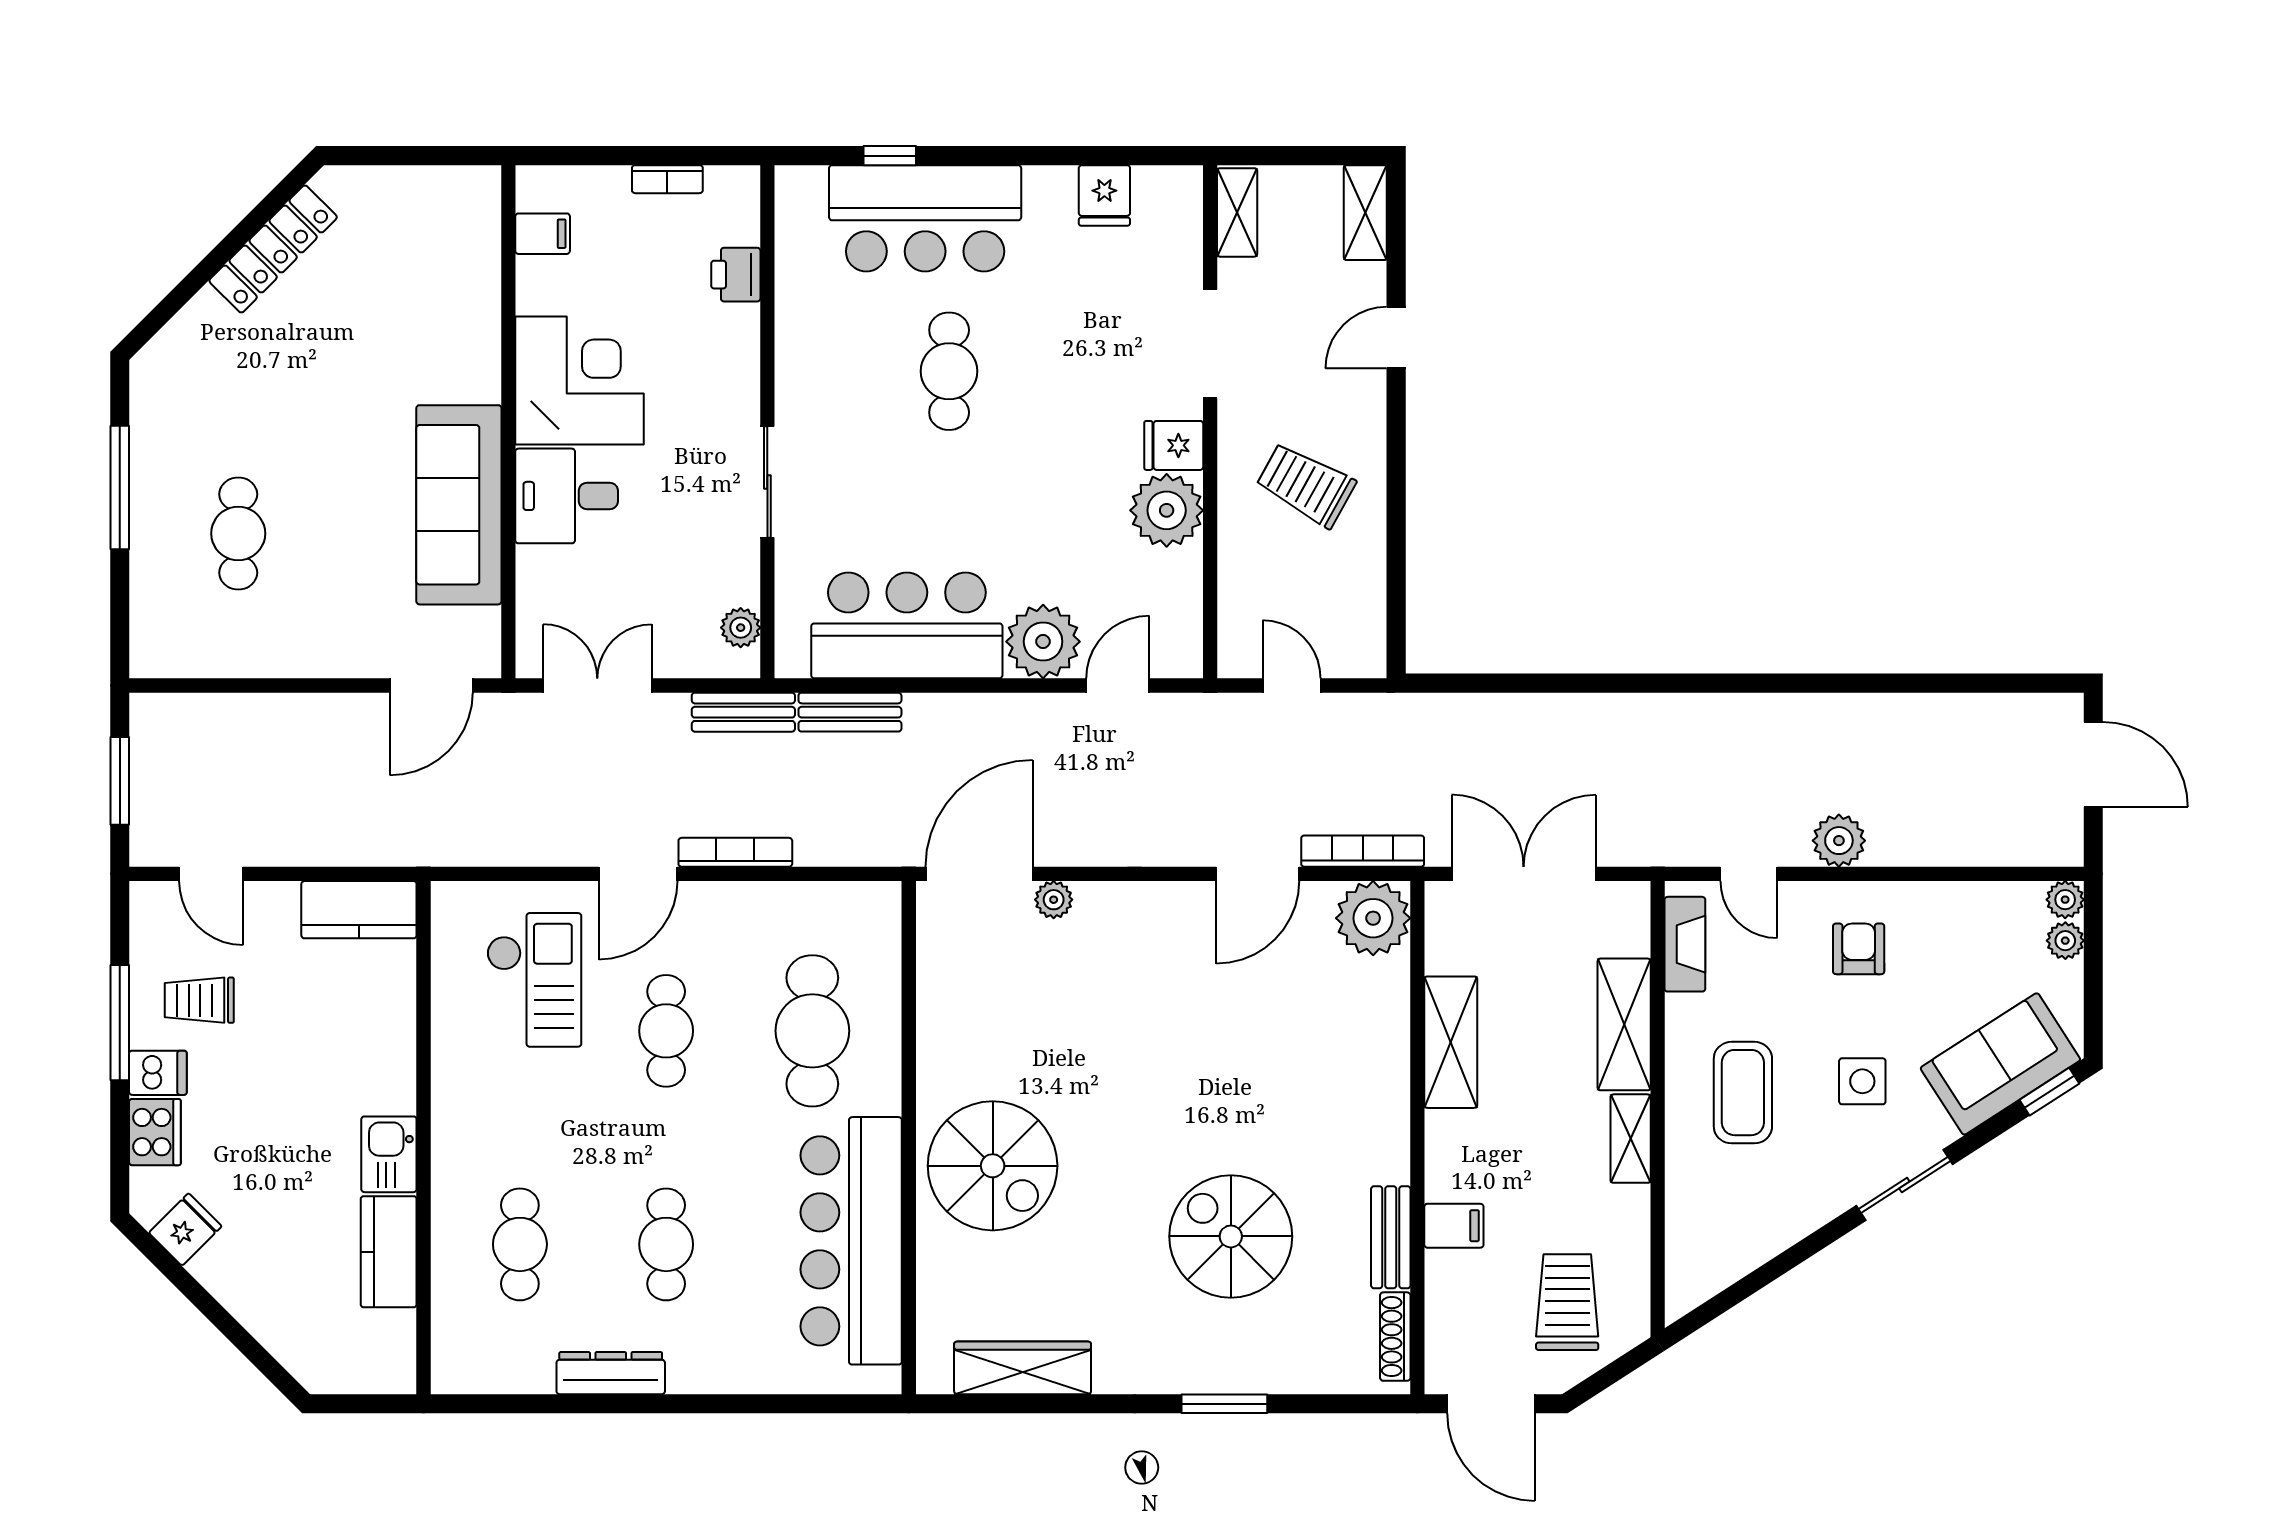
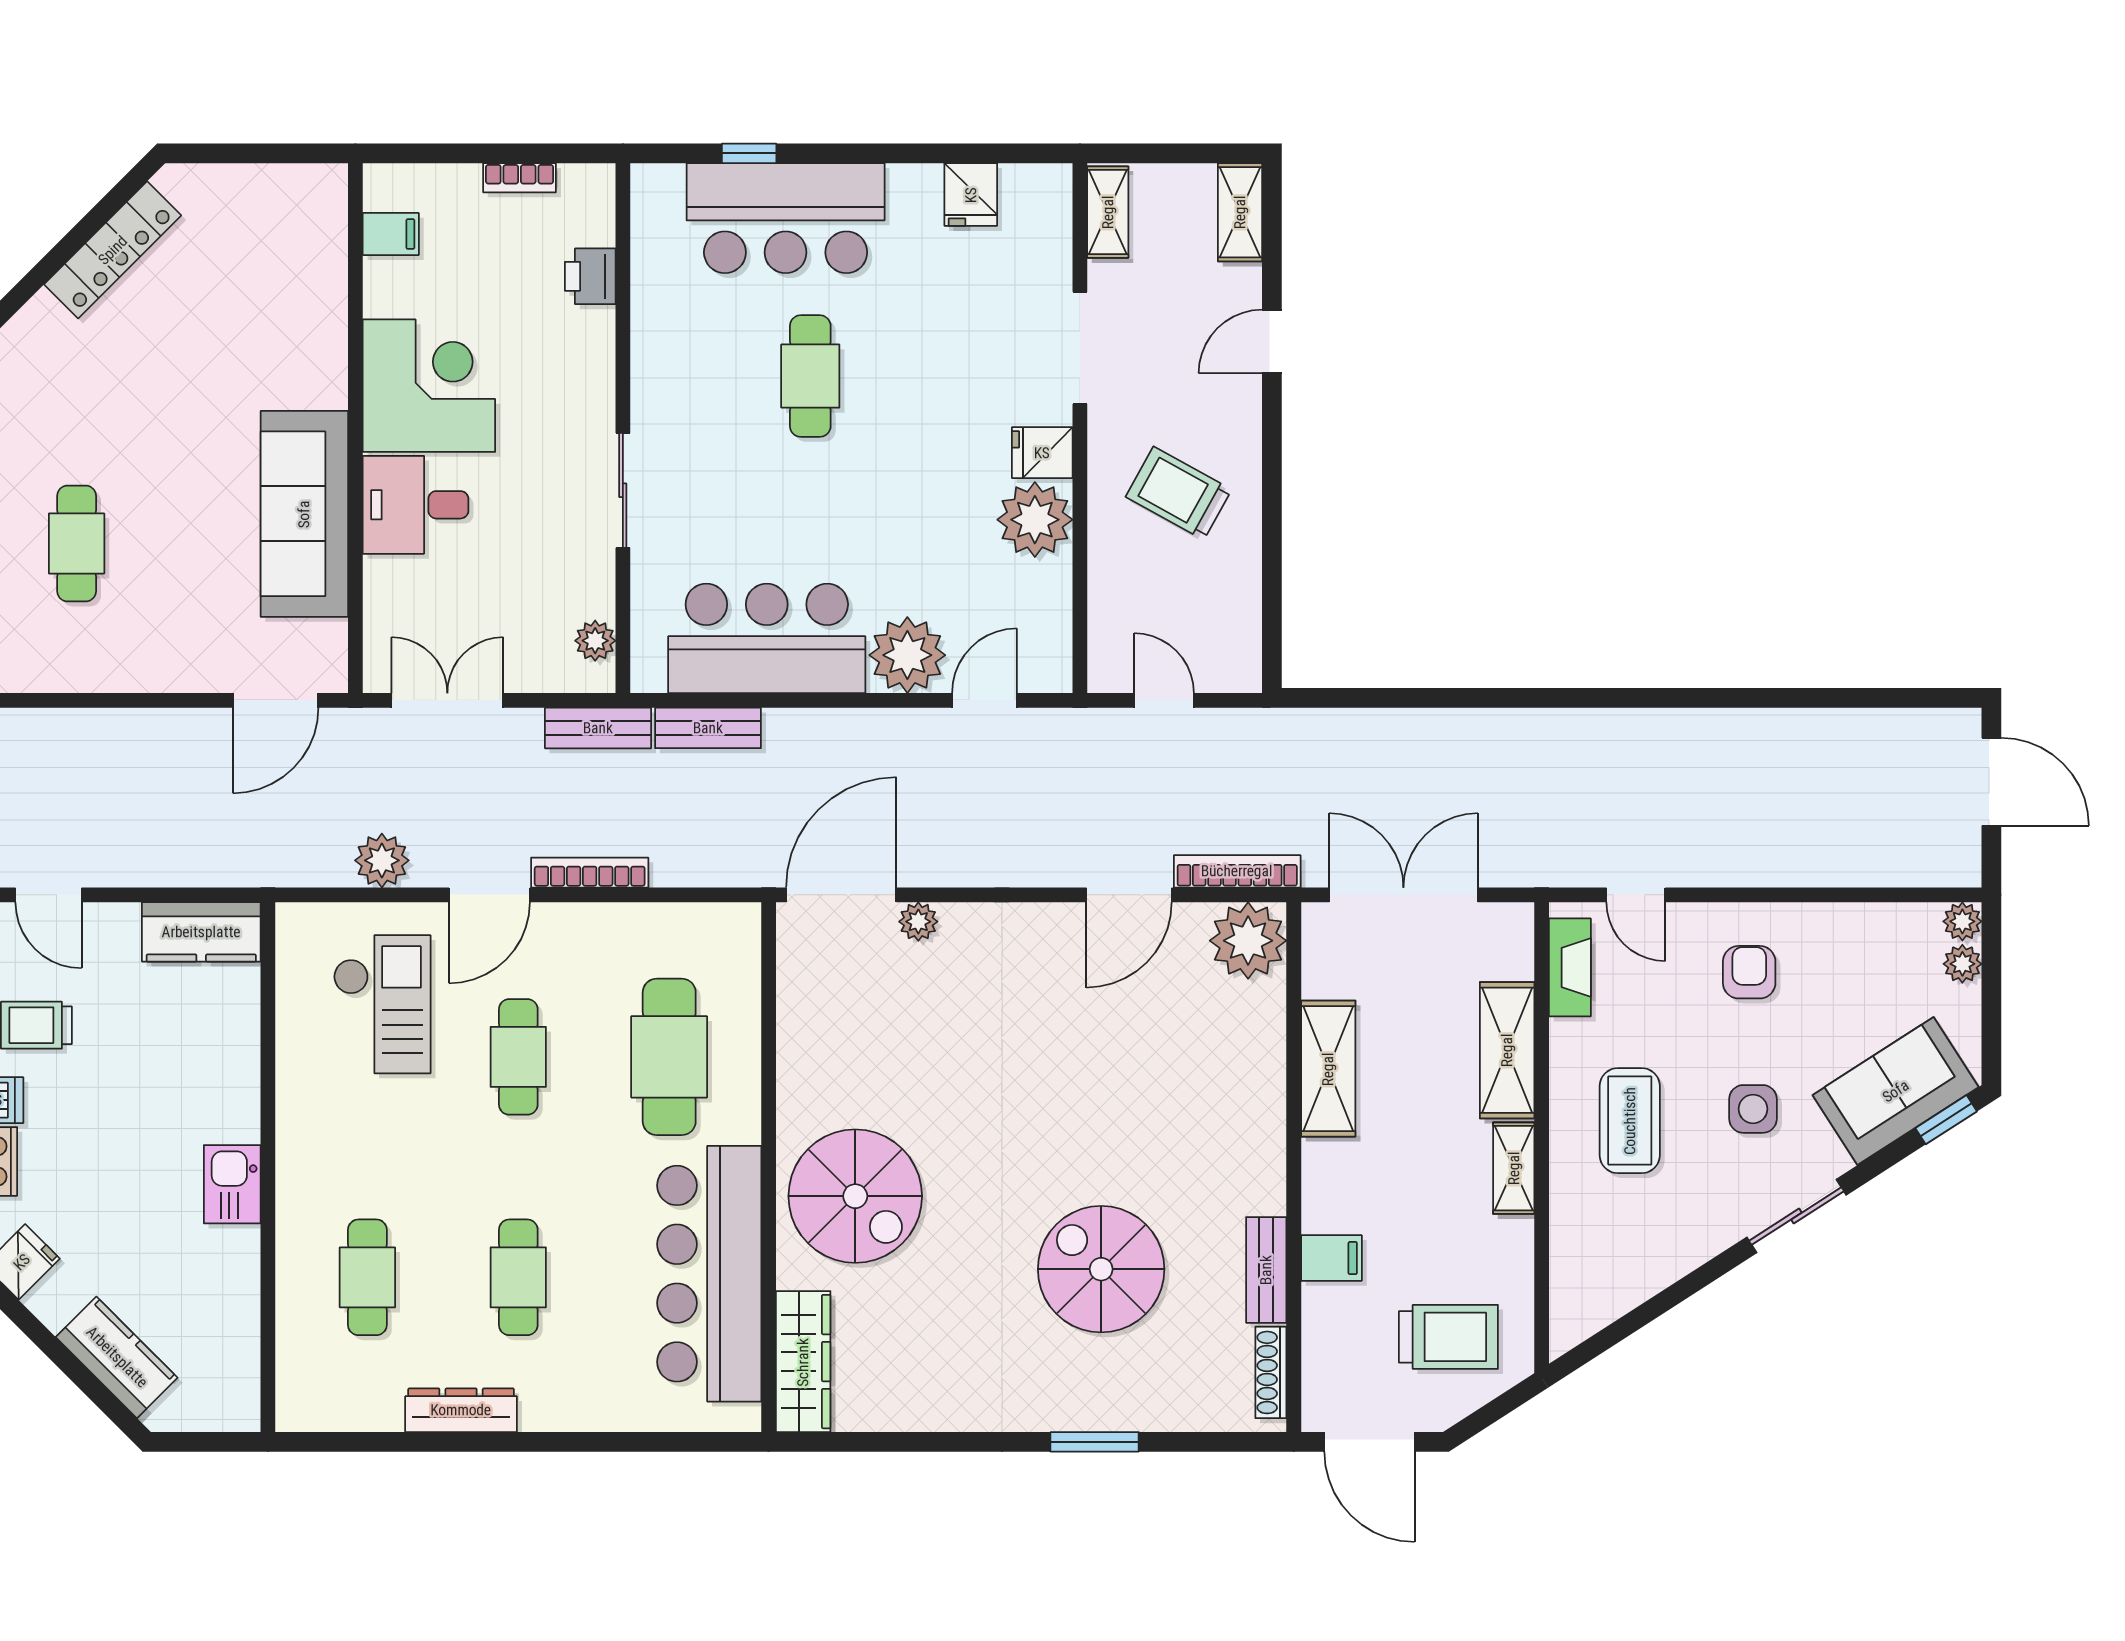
plant: (1839, 841) -> (382, 860), moved
kitchen counter: (389, 1252) -> (117, 1357), moved, turned 135
trolley: (1567, 1302) -> (1448, 1337), turned 90
wardrobe: (1023, 1368) -> (803, 1362), moved, turned 90

